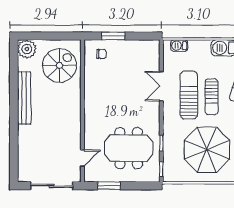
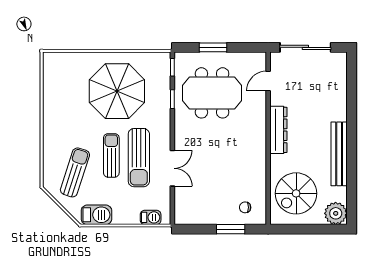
dresser: (74, 118) -> (278, 130), added
window: (109, 186) -> (213, 47), moved

